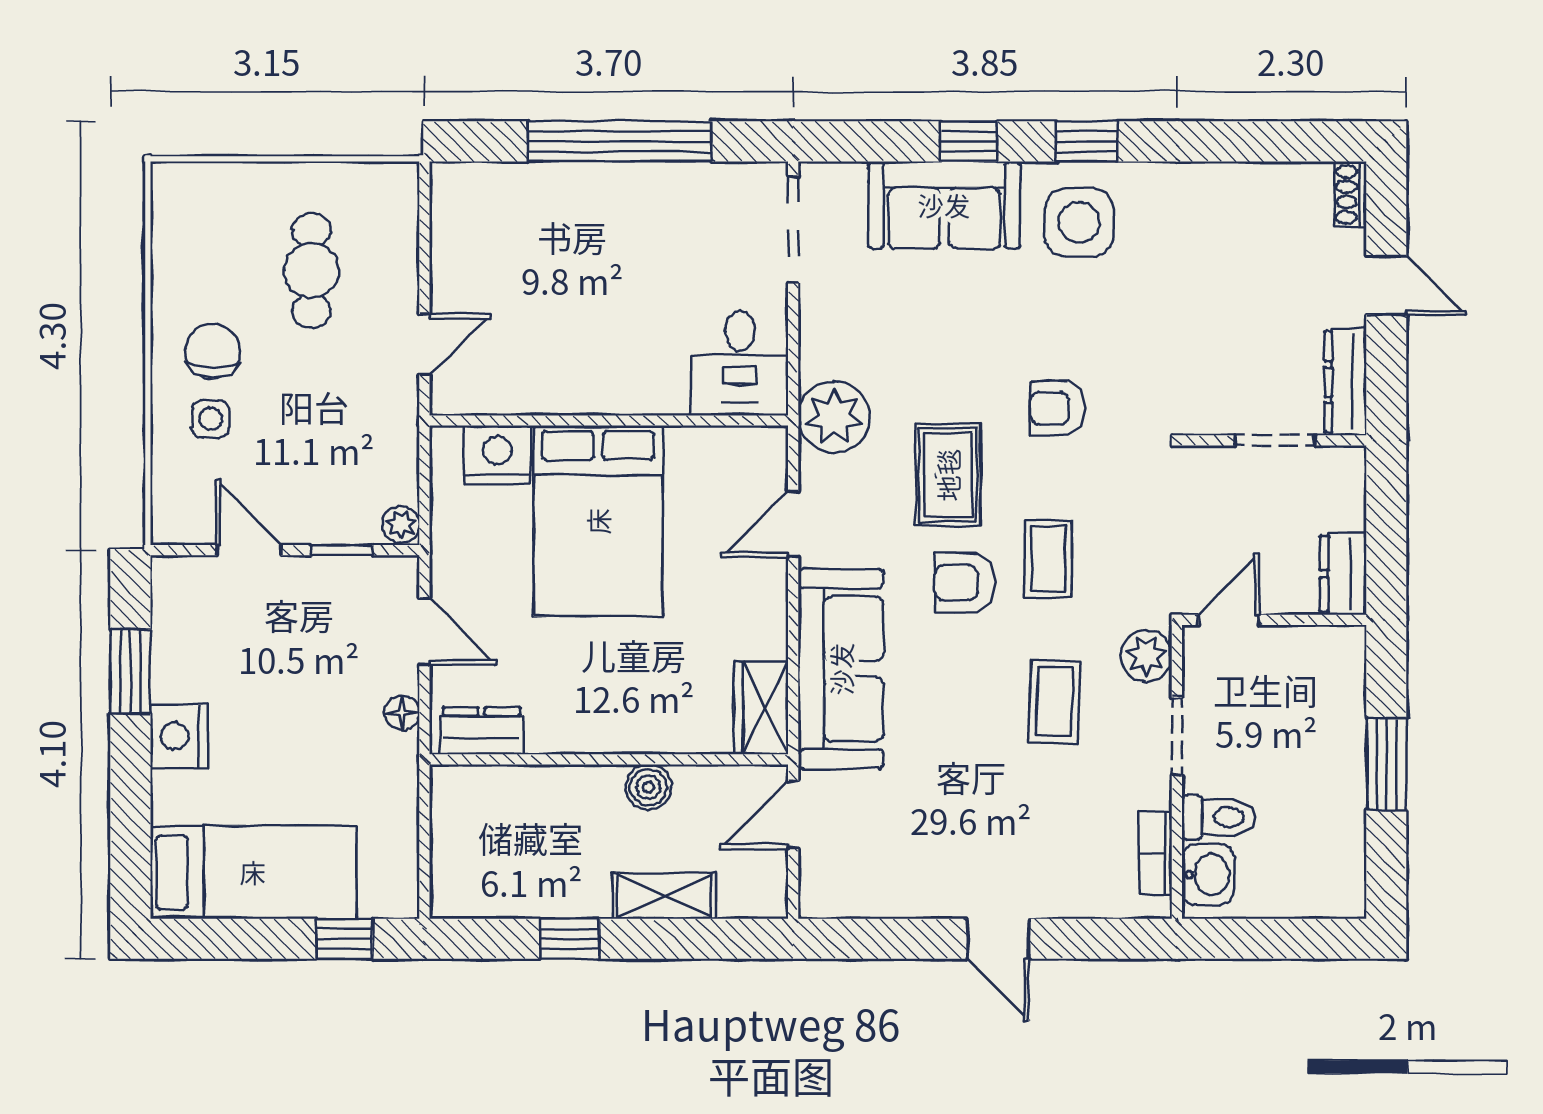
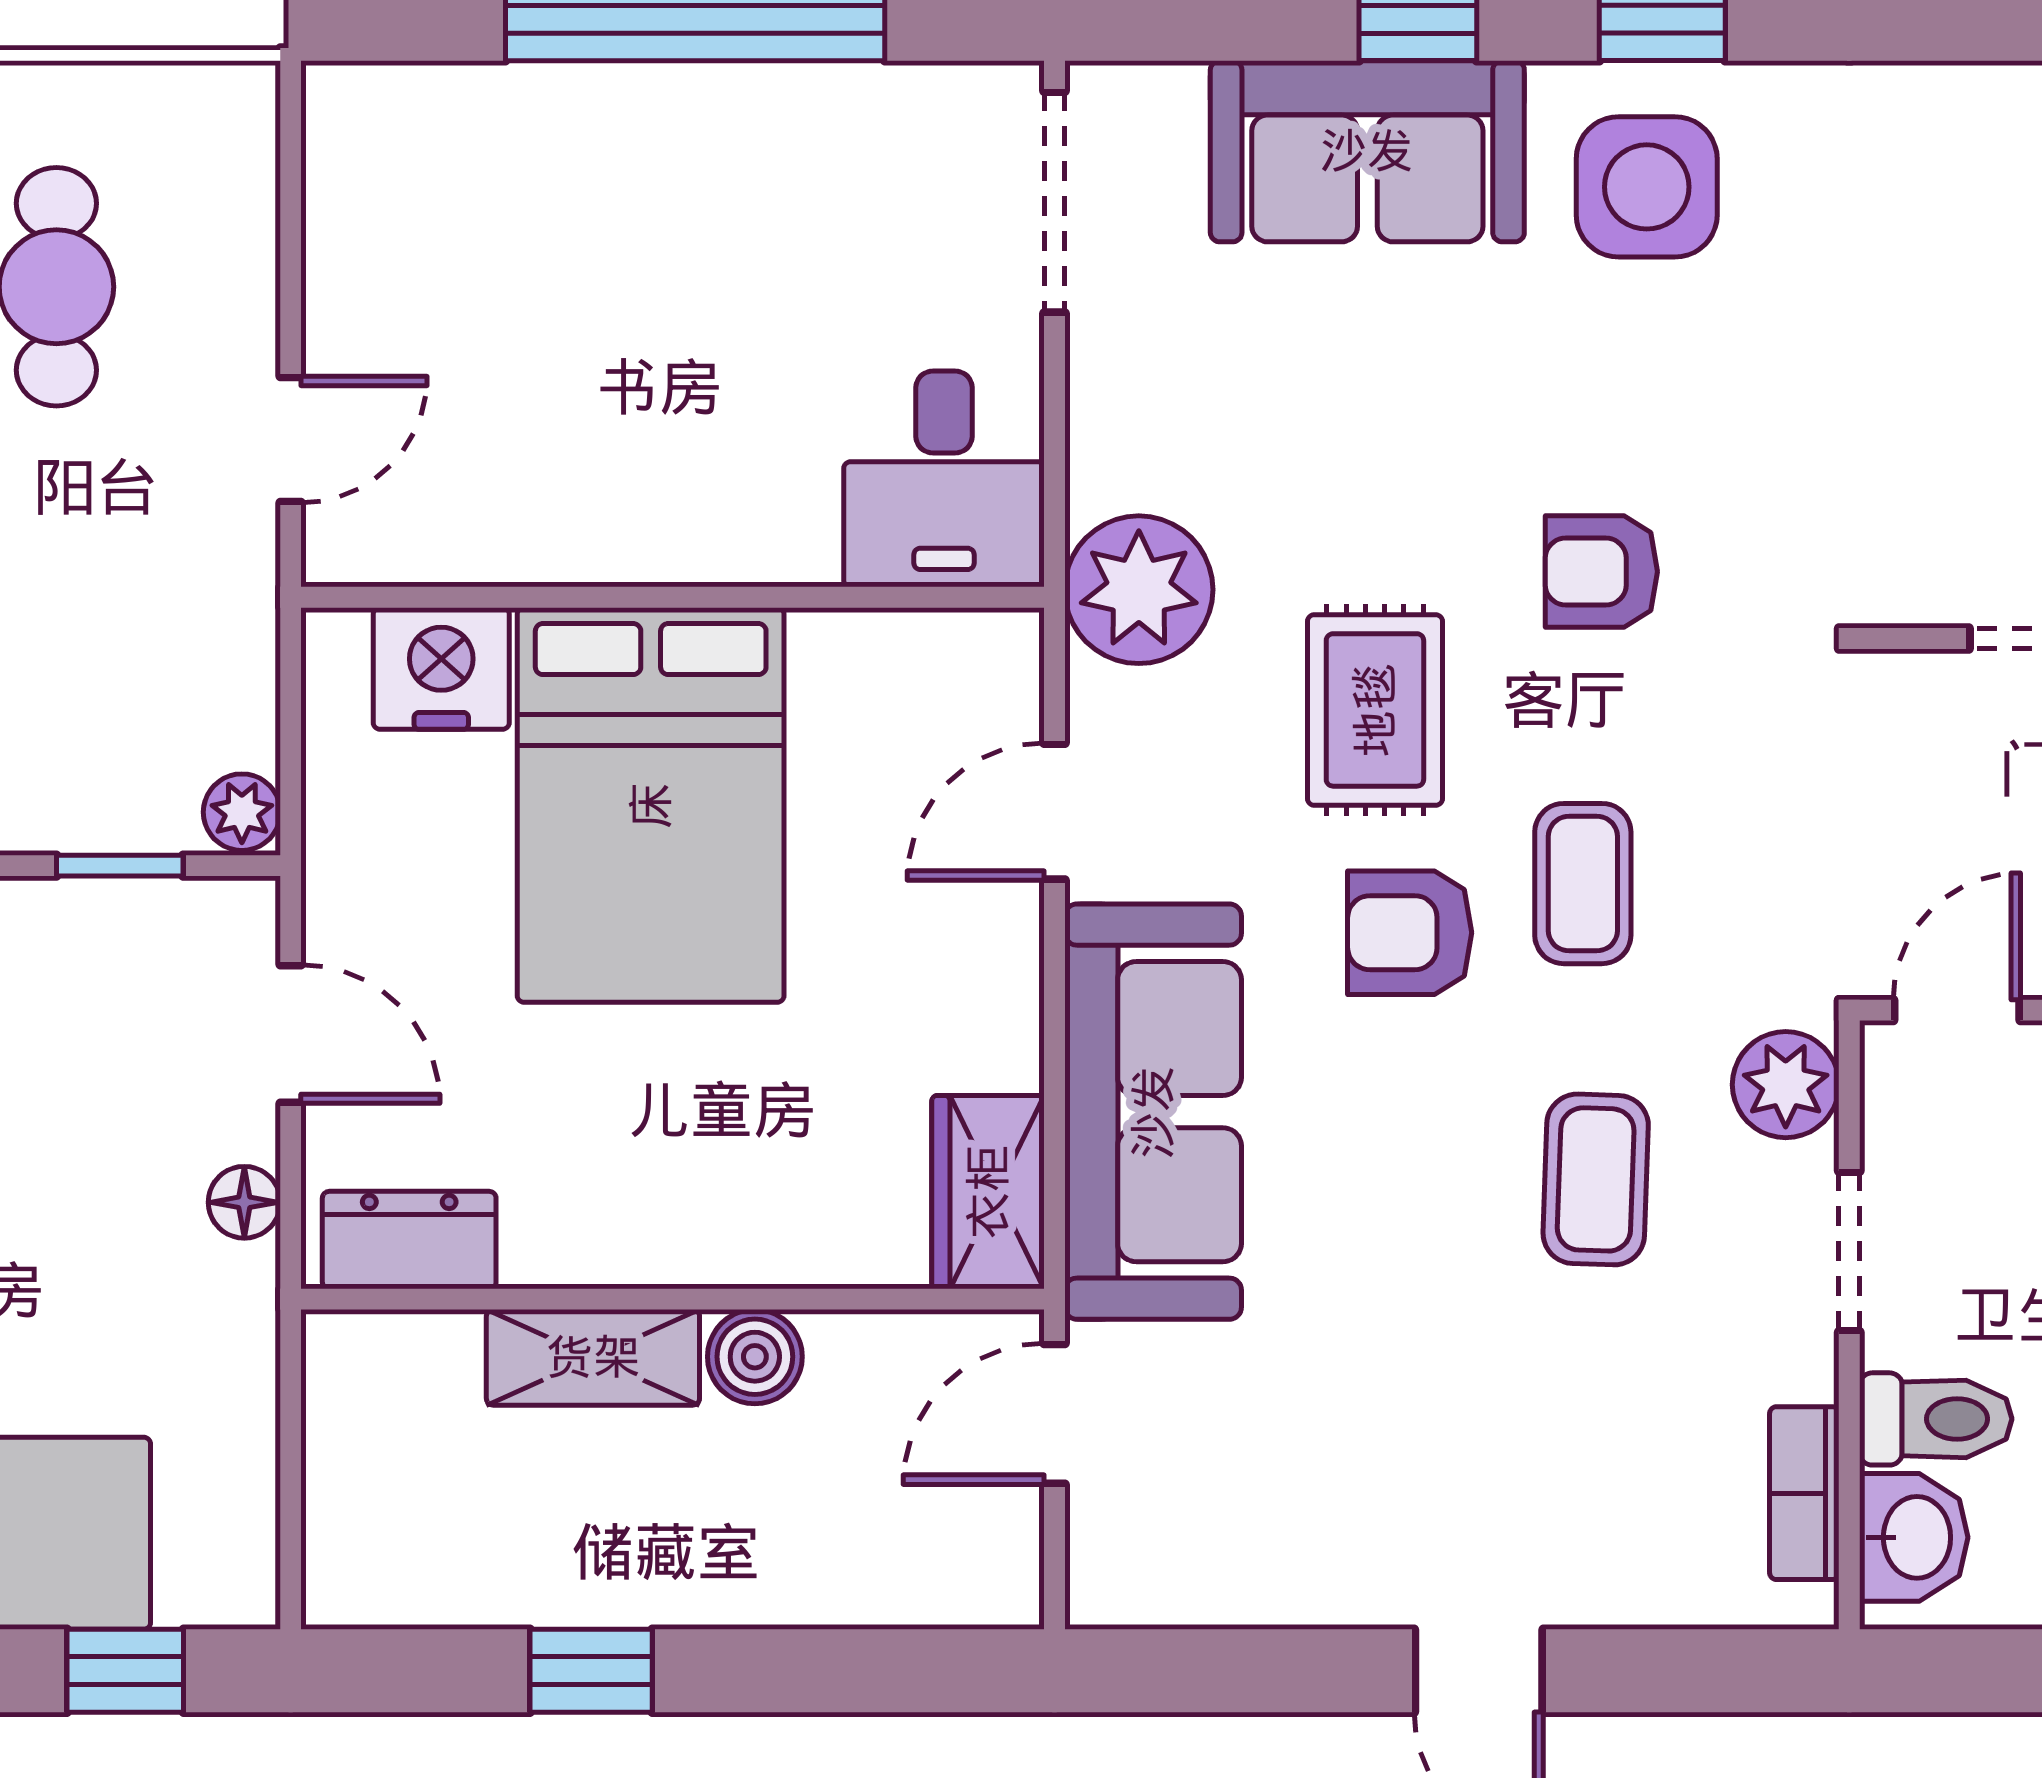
shelving: (664, 896) -> (593, 1357), moved

